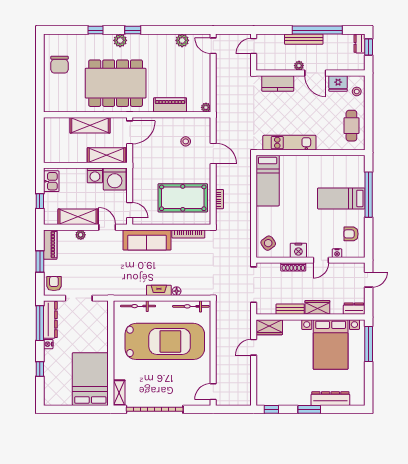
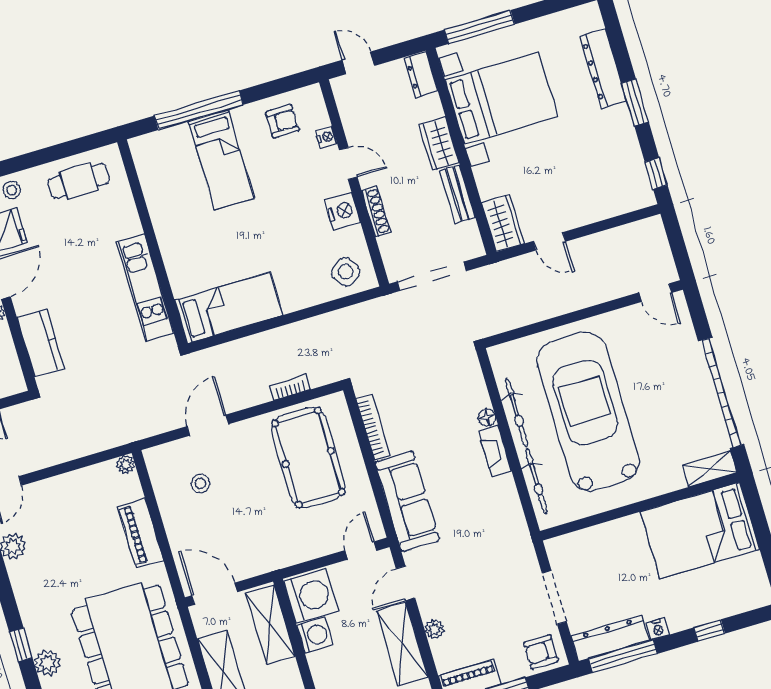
armchair: (351, 234) -> (282, 121), turned -90
bicycle: (191, 306) -> (517, 413), moved

